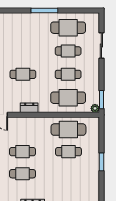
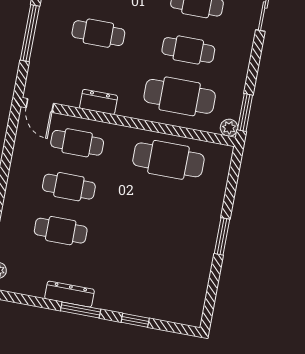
cafe table: (68, 152) -> (77, 143), moved

